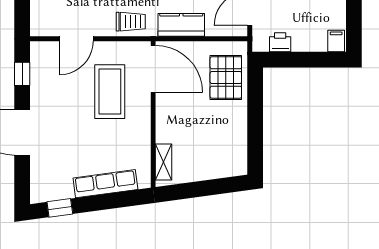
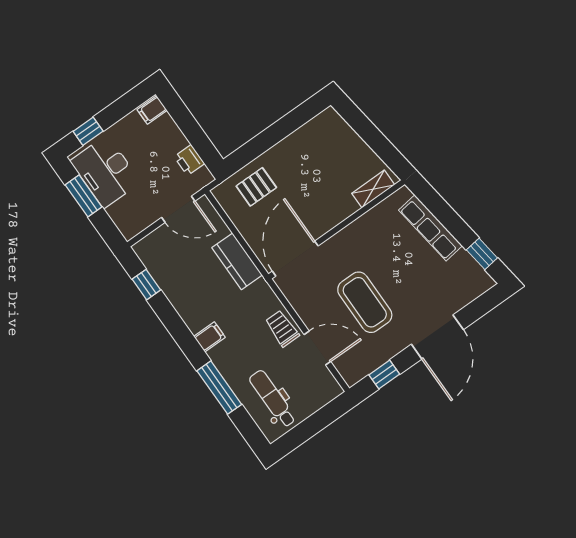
trolley: (131, 22) -> (282, 329), moved
pallet: (226, 77) -> (256, 187), width x0.67, depth x0.71
coffee table: (110, 92) -> (365, 302), moved, turned 90

